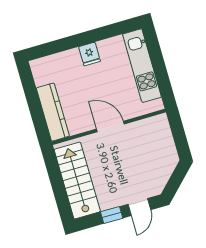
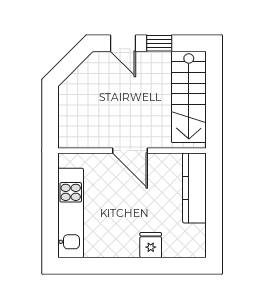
fridge: (90, 54) -> (151, 245), moved
door: (139, 207) -> (123, 43), swing flipped

